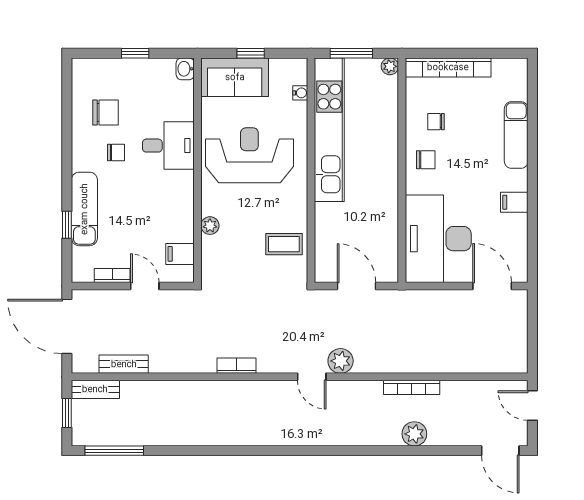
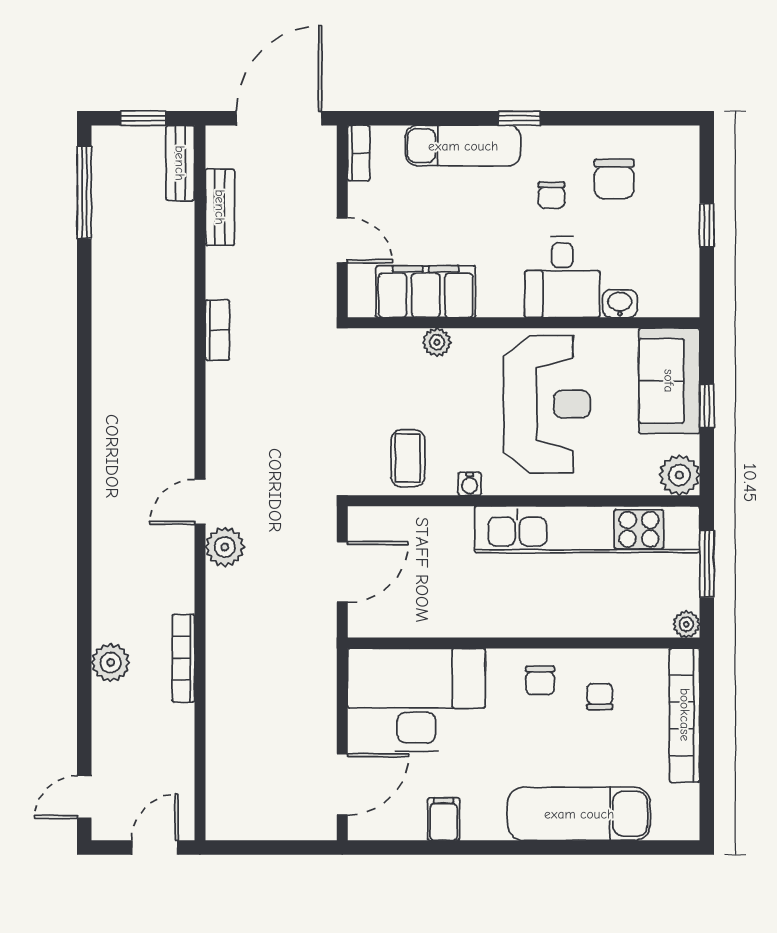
washbasin: (185, 69) -> (620, 304), moved
plant: (295, 71) -> (679, 475), added
water cooler: (300, 93) -> (470, 484), moved
exam couch: (516, 135) -> (579, 814), width x1.36, depth x1.45
filing cabinet: (514, 202) -> (444, 819), moved
window: (67, 225) -> (519, 118), moved
filing cabinet: (180, 254) -> (426, 292), width x3.00, depth x1.17
bookcase: (112, 276) -> (359, 153), moved
door: (145, 286) -> (342, 240), hinge flipped
bookcase: (236, 366) -> (217, 330), moved
door: (500, 451) -> (84, 797), width x0.73

